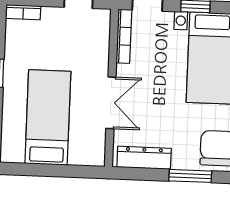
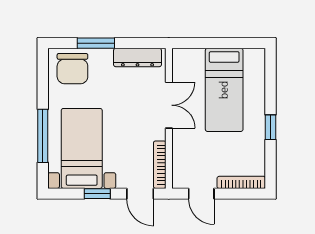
bookcase: (23, 12) -> (241, 182), width x1.56
double door: (111, 103) -> (169, 105), swing flipped

